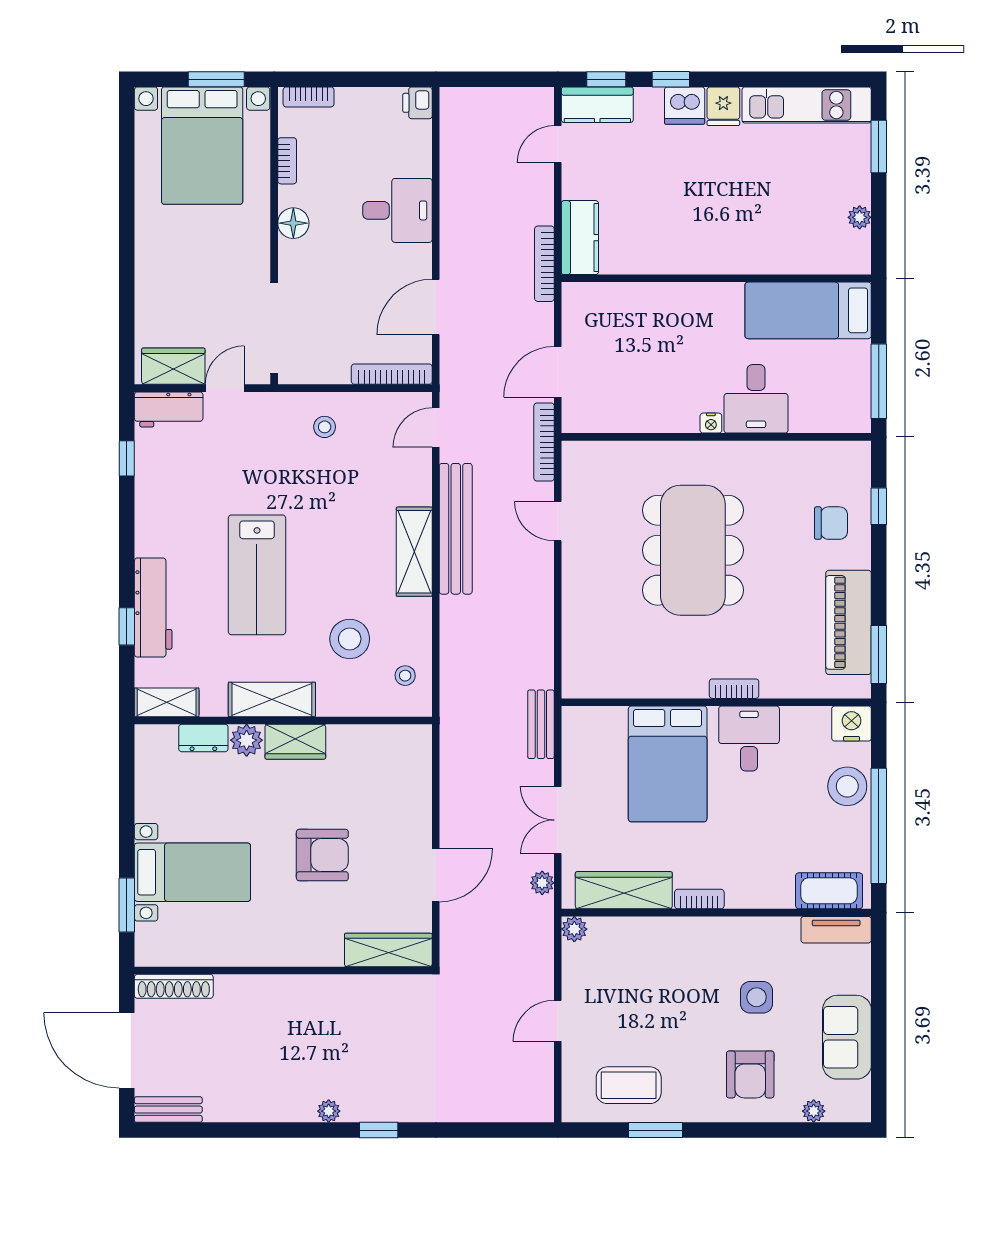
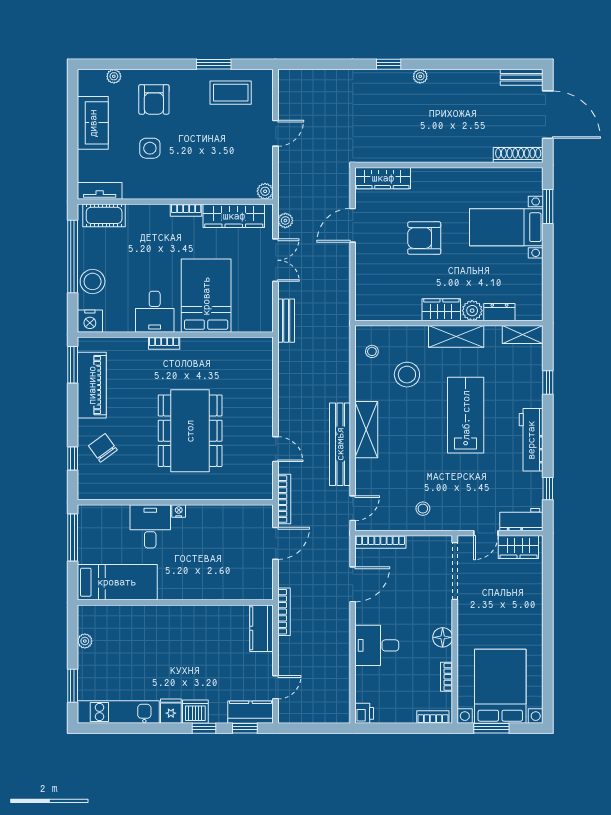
chair: (831, 523) -> (103, 448), turned 54
workbench: (153, 608) -> (531, 440), moved
armchair: (750, 1074) -> (154, 99), turned 180

